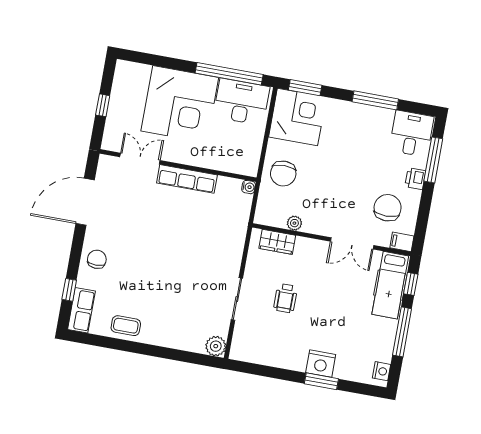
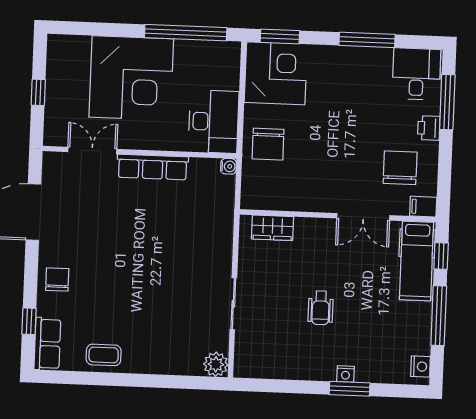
desk: (241, 102) -> (214, 122), moved, turned 90
plant: (294, 223) -> (290, 202), removed
wheelchair: (285, 298) -> (321, 308), moved
nightstand: (321, 364) -> (346, 374), width x0.53, depth x0.56

